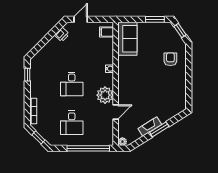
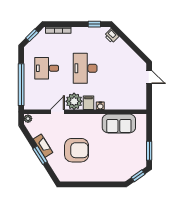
filing cabinet: (107, 32) -> (88, 103), moved
printer: (62, 35) -> (112, 36), moved
sofa: (127, 39) -> (119, 123), moved
armchair: (170, 59) -> (77, 150), moved, width x1.88, depth x1.88
desk: (72, 84) -> (85, 68), width x1.37
door: (116, 112) -> (57, 112), swing flipped

